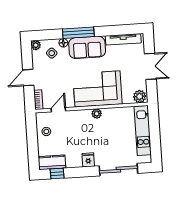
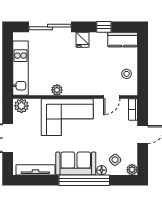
window: (78, 33) -> (84, 180), width x1.46
plant: (97, 114) -> (57, 90), moved
window: (57, 174) -> (104, 27), moved

